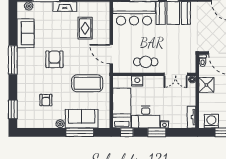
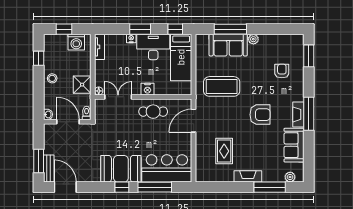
door: (111, 54) -> (194, 121), swing flipped
fireplace: (22, 59) -> (298, 114), added
armchair: (54, 59) -> (260, 115), turned -90
nightstand: (137, 81) -> (148, 89), moved
armchair: (46, 100) -> (282, 71), moved

